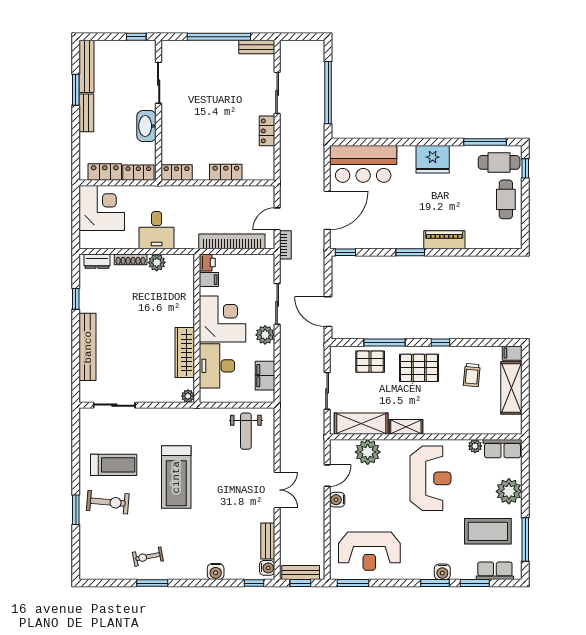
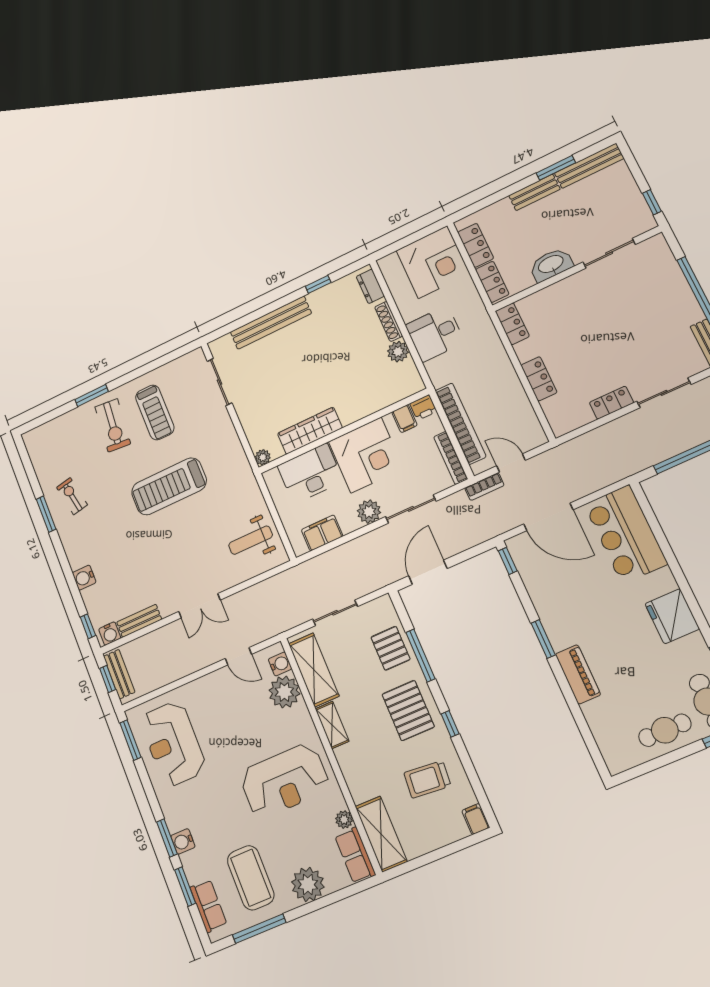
bookcase: (253, 259) -> (451, 458), added
trolley: (472, 375) -> (427, 779), width x1.36, depth x1.39
shelving: (511, 388) -> (381, 834), moved, turned 90
water cooler: (337, 500) -> (280, 664), moved, turned 90

